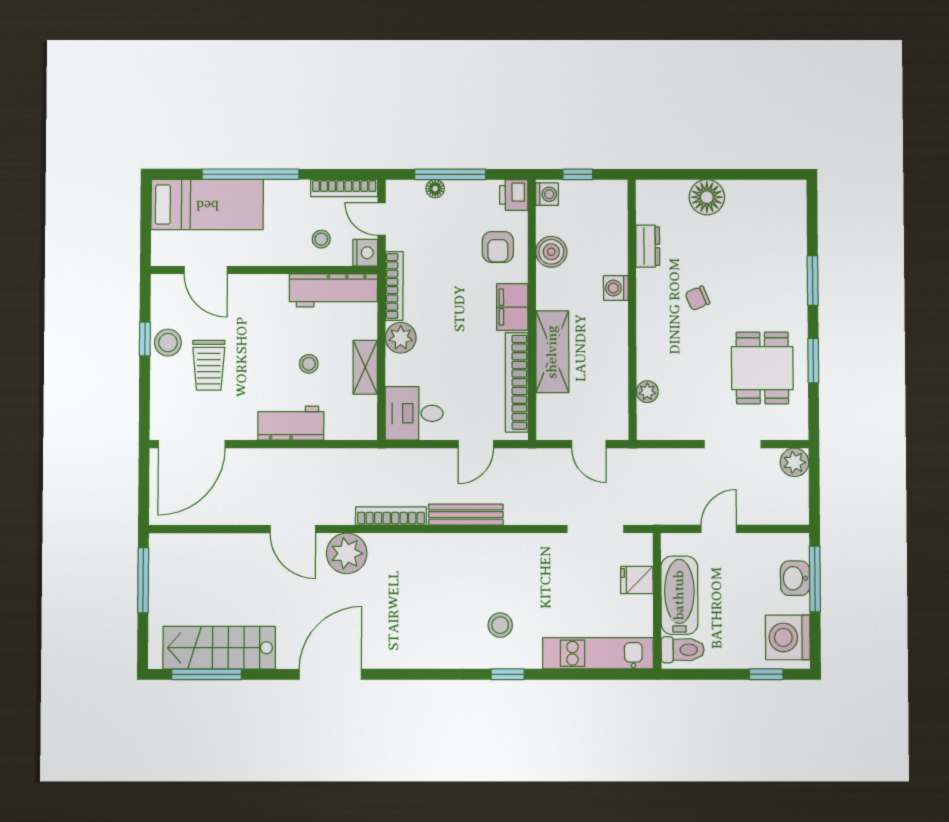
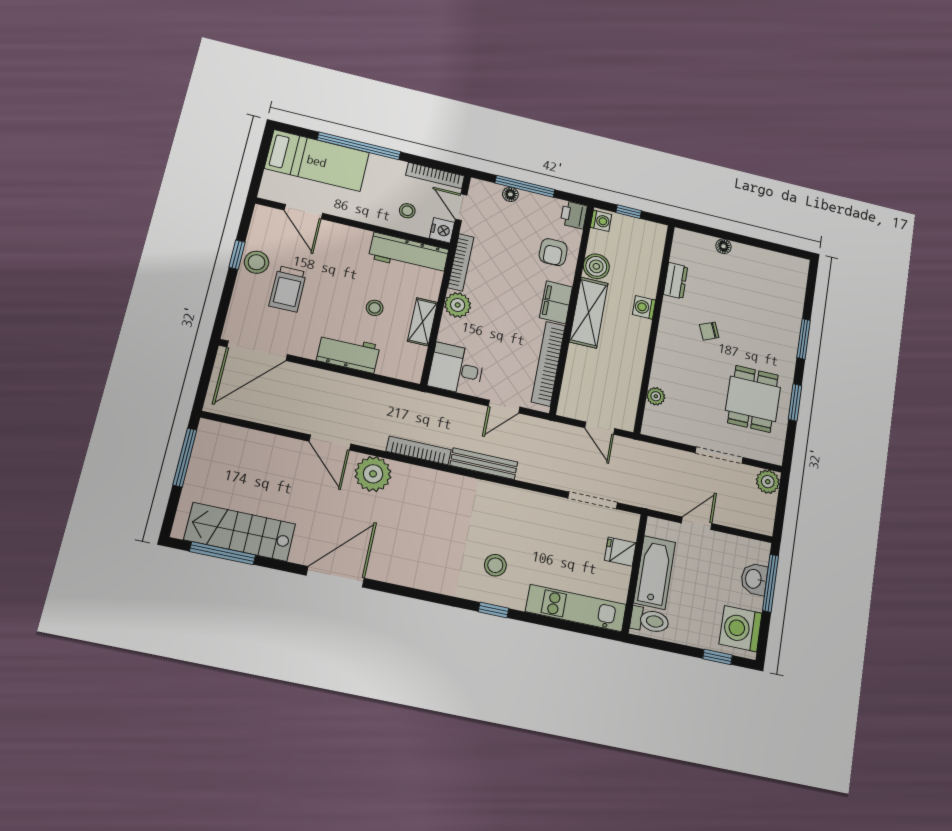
floor lamp: (707, 197) -> (724, 246), width x0.53, depth x0.53
shelving: (552, 352) -> (589, 313), moved

